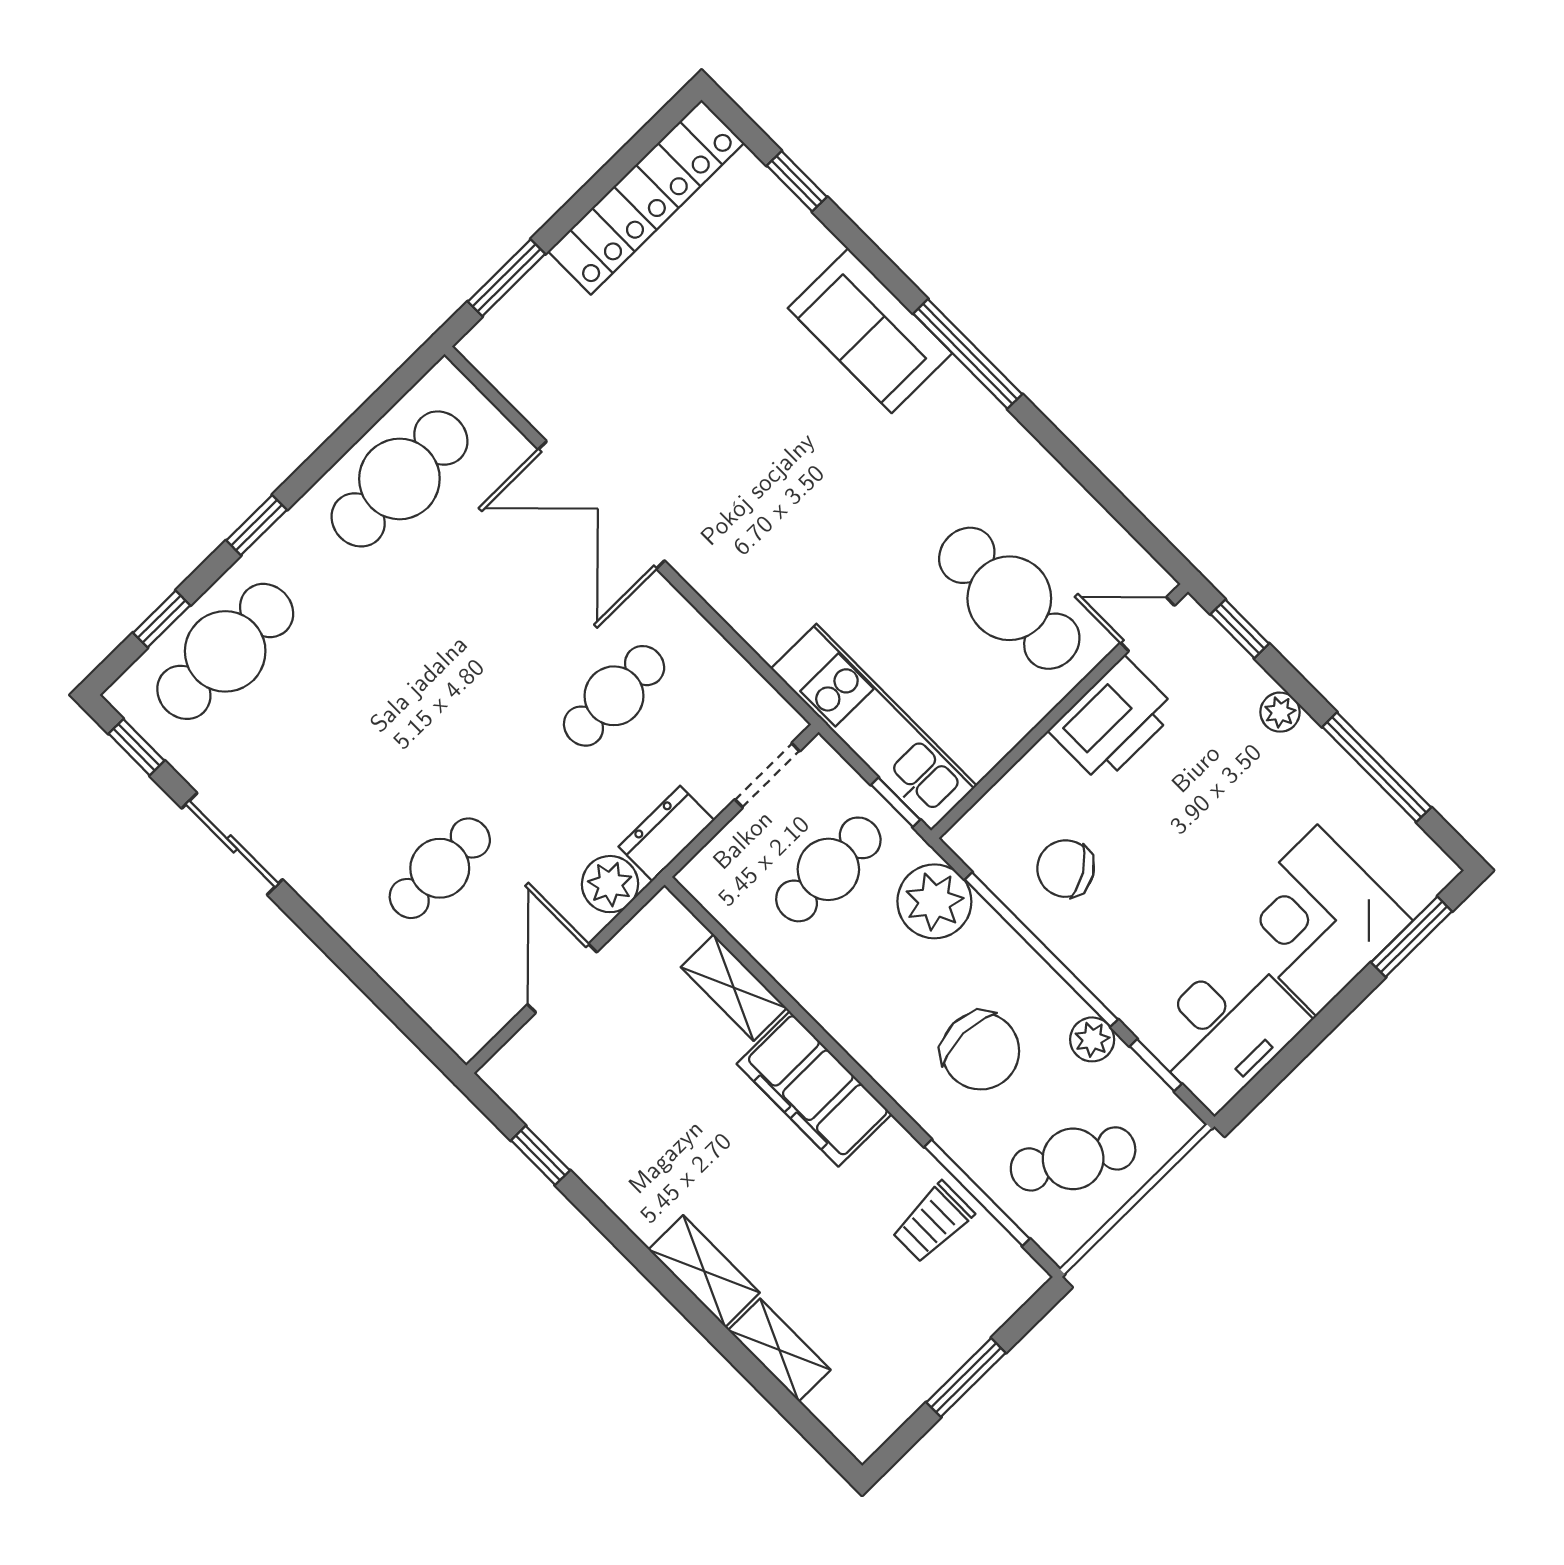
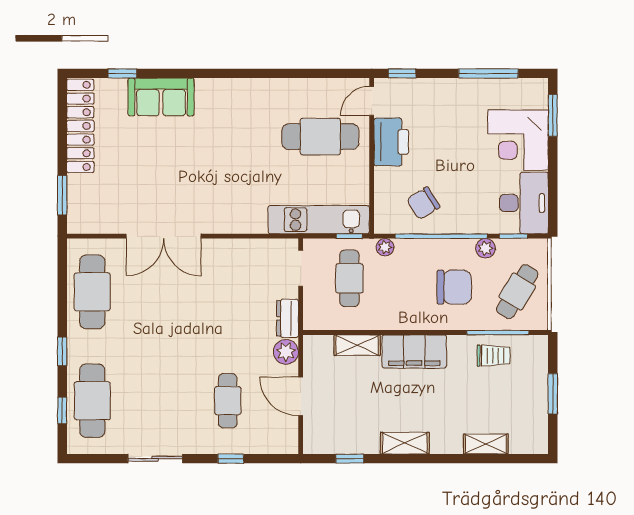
sofa: (870, 331) -> (161, 97), moved
window: (968, 354) -> (230, 73), removed
cafe table: (614, 696) -> (228, 292), removed
plant: (1280, 712) -> (441, 87), removed
window: (137, 747) -> (231, 459), moved
plant: (934, 901) -> (385, 247), width x0.53, depth x0.53
trolley: (933, 1222) -> (493, 356), turned -90
shelving: (704, 1271) -> (405, 443), moved

